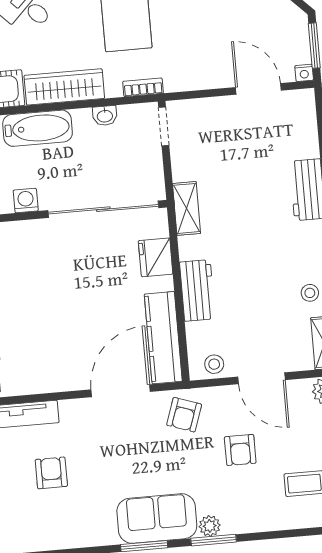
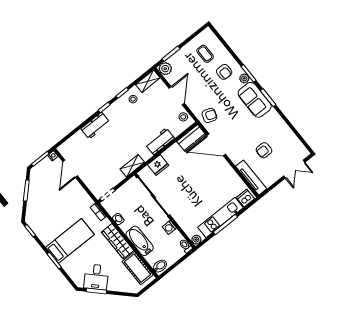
kitchen counter: (163, 338) -> (191, 138), width x0.67
armchair: (240, 450) -> (224, 72), moved, turned 90

